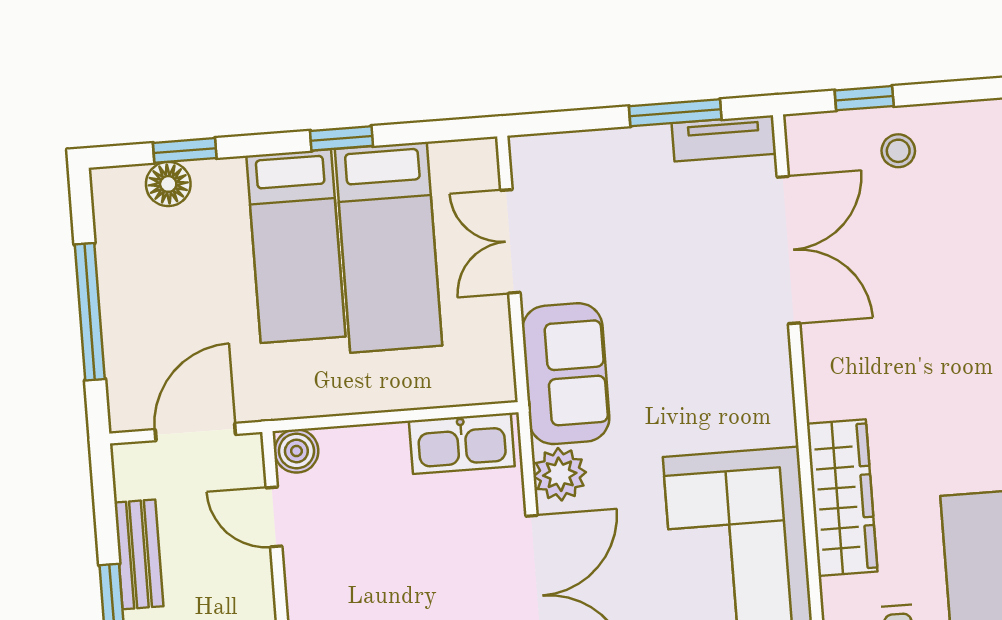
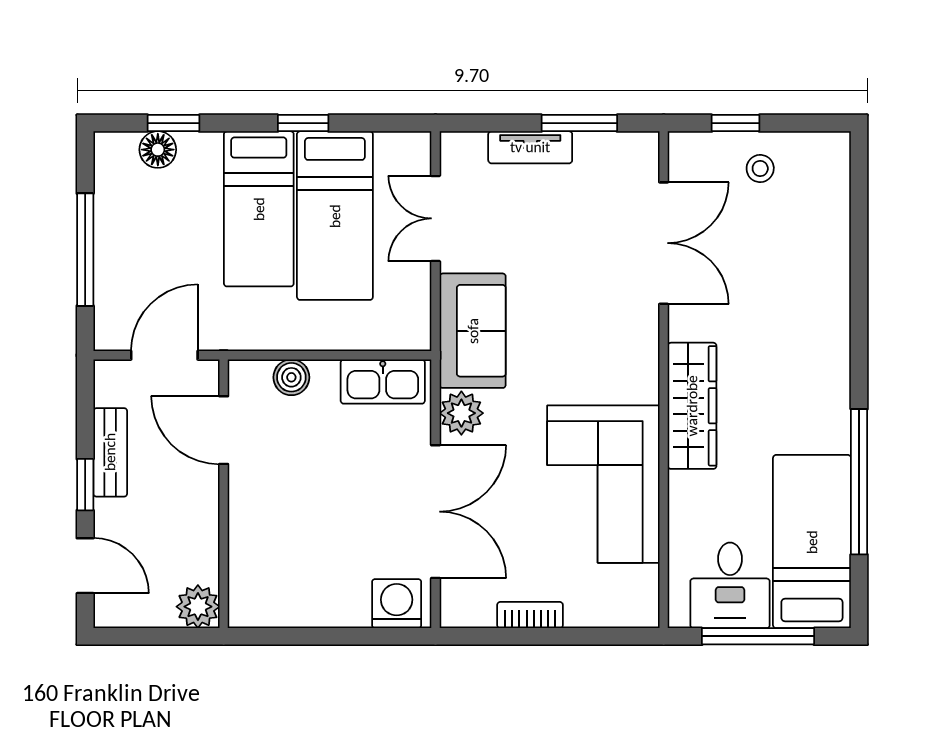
tv unit: (724, 138) -> (530, 147), moved
boiler: (296, 451) -> (291, 377), moved
wardrobe: (842, 498) -> (692, 406), moved
door: (274, 517) -> (224, 430), width x1.38

